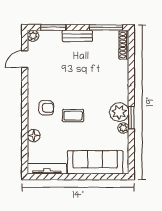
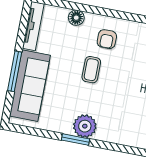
plant: (123, 128) -> (65, 127), removed
window: (86, 177) -> (15, 71), added

